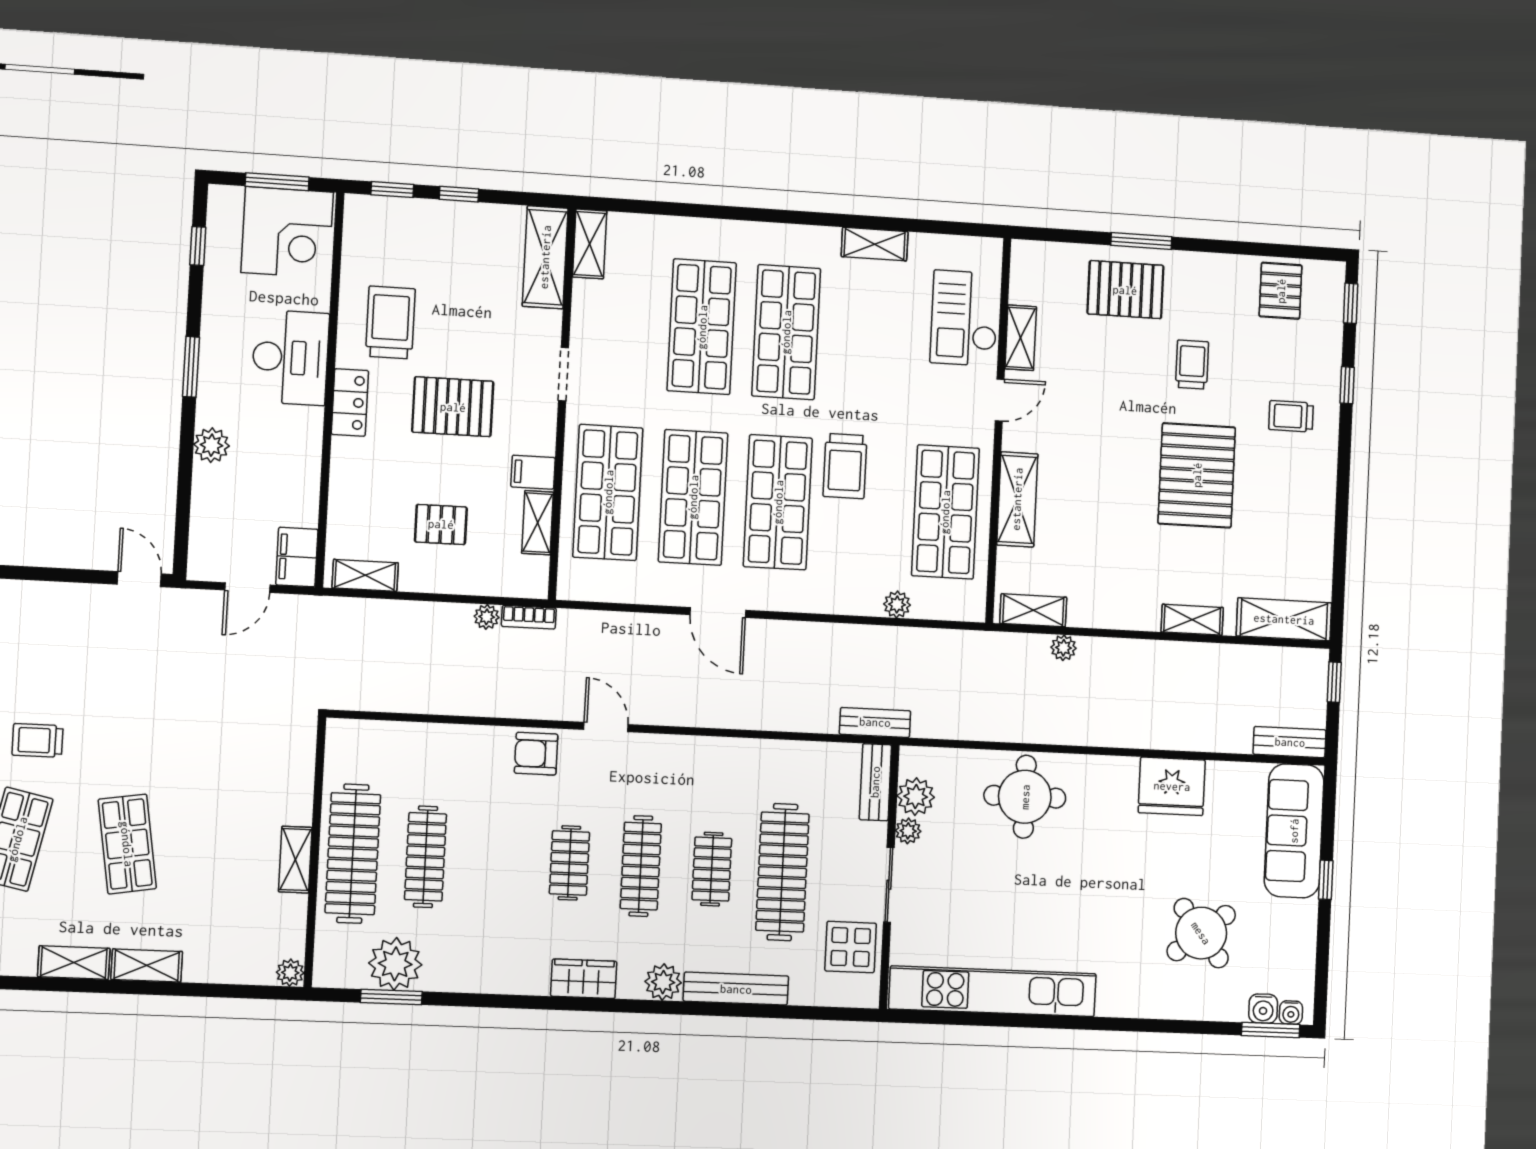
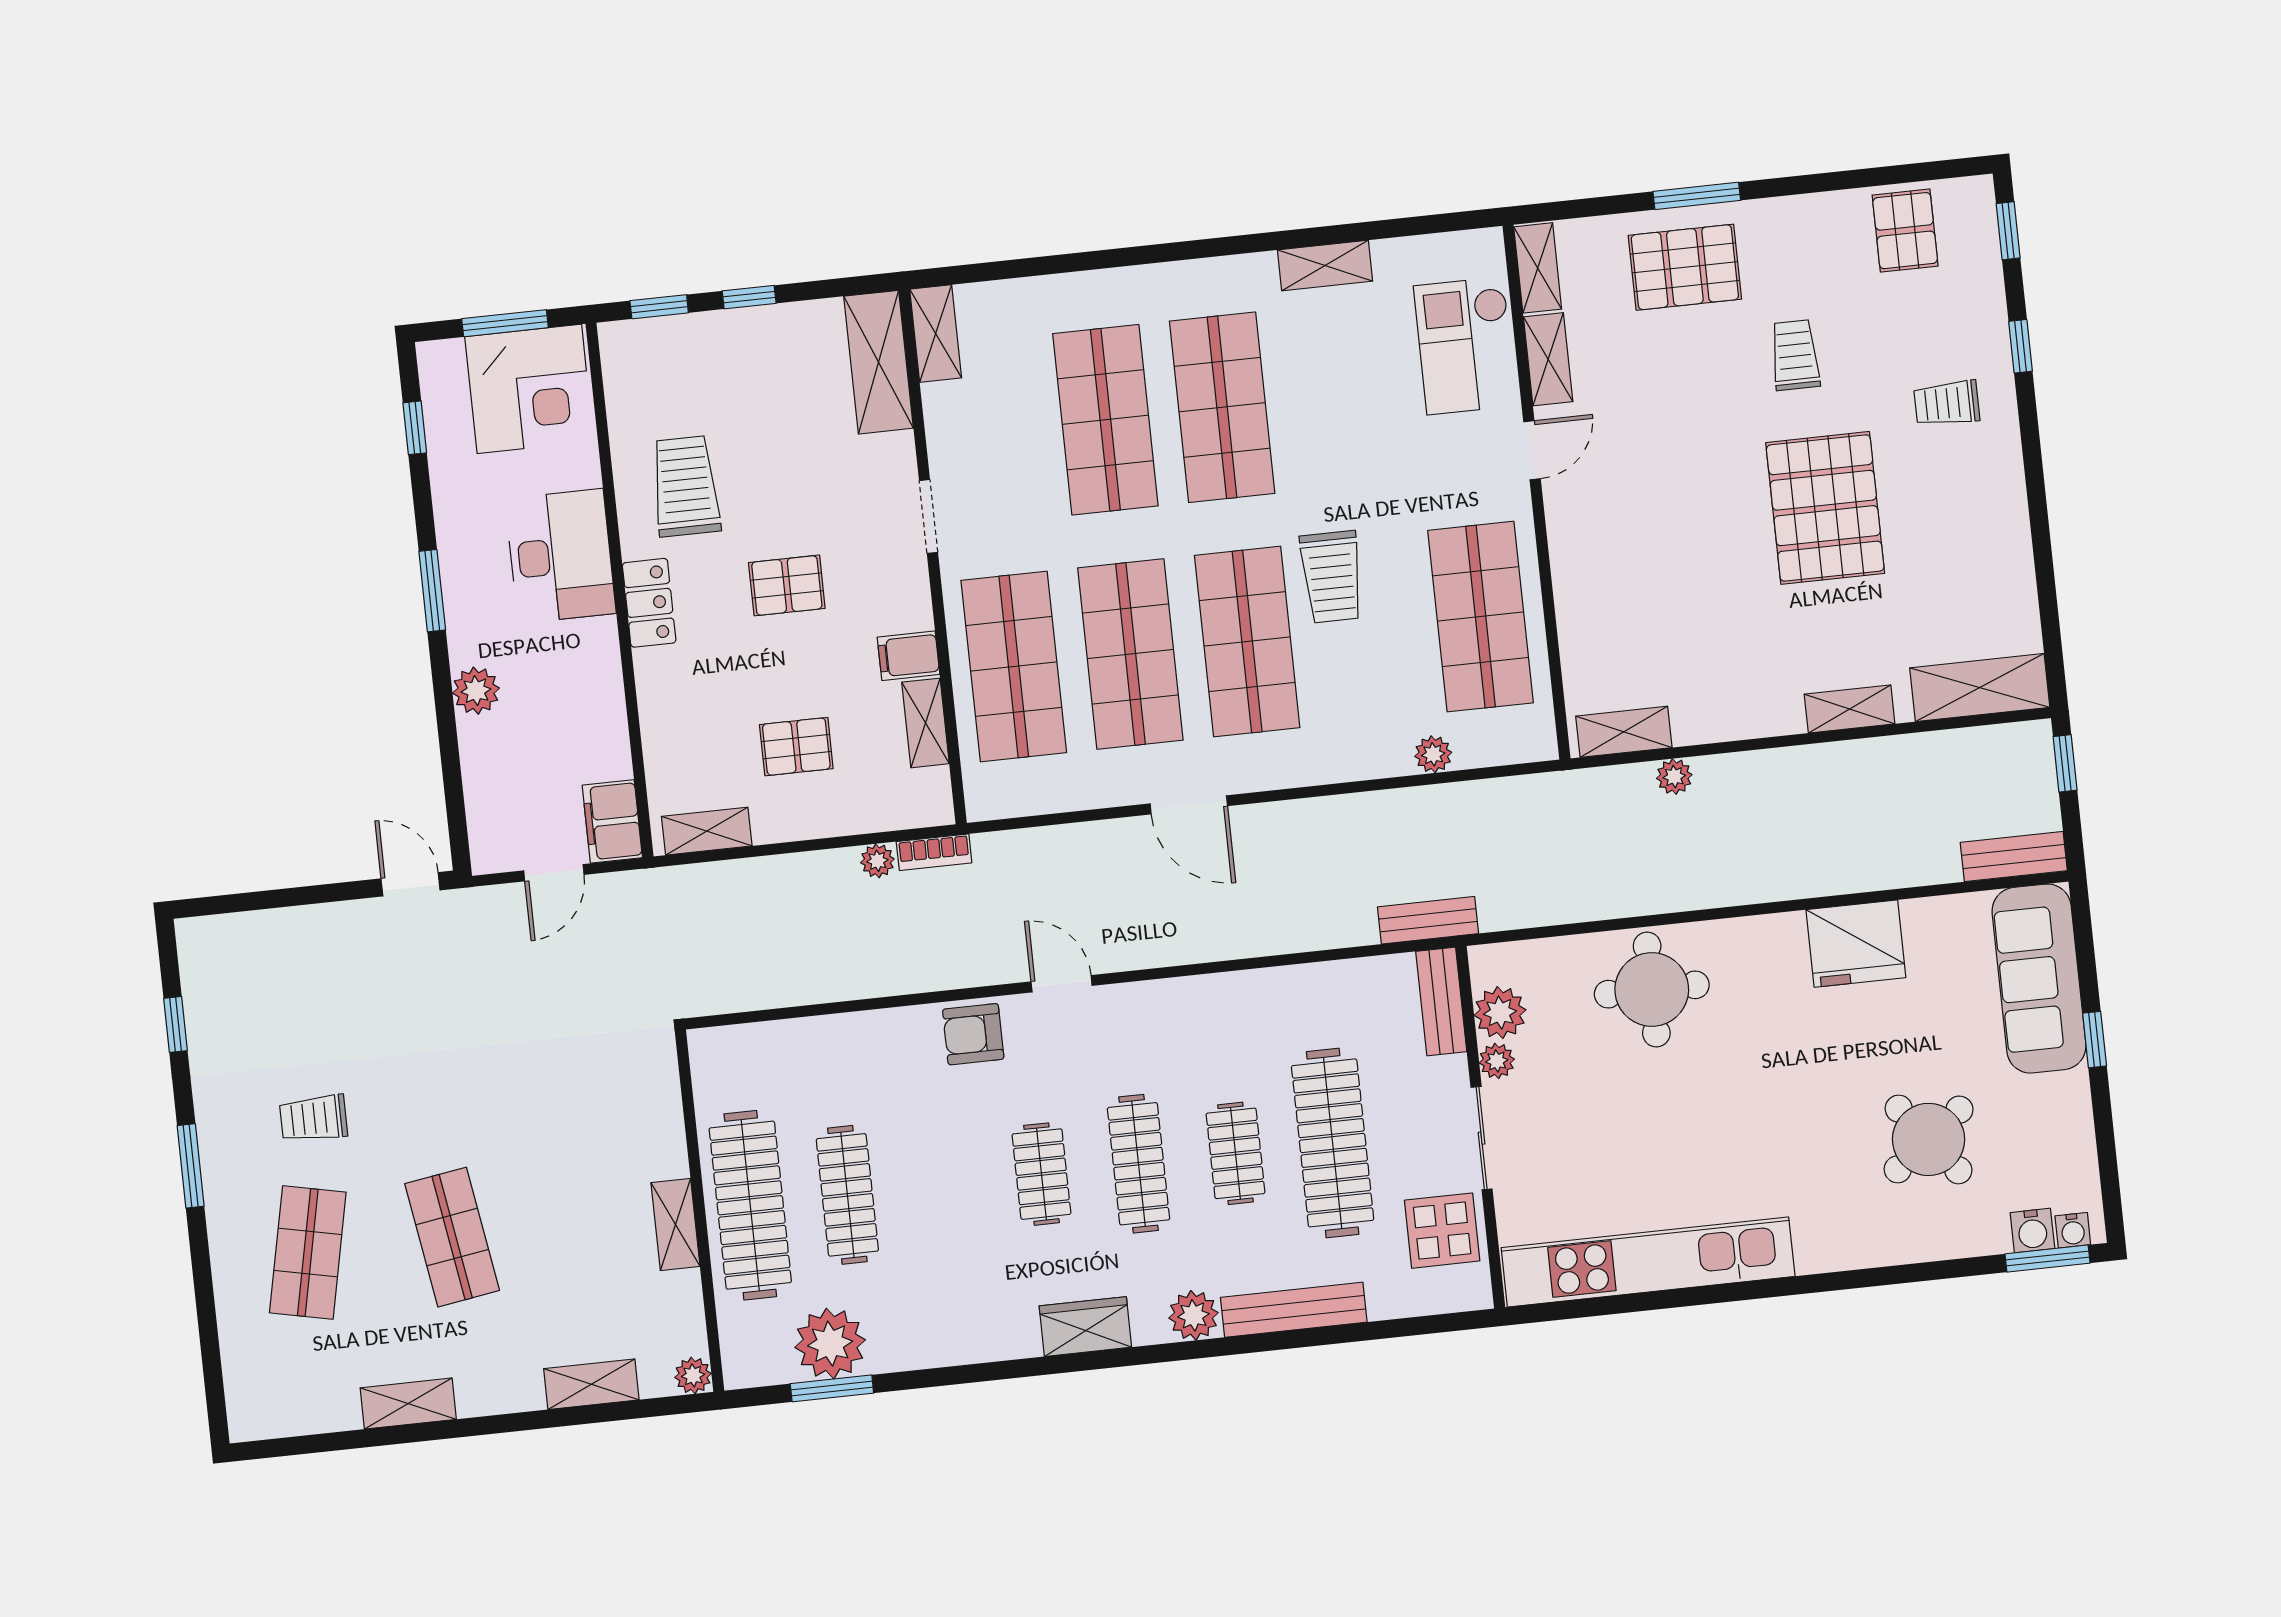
pallet: (453, 407) -> (787, 585), width x0.67, depth x0.71
shelving: (1017, 499) -> (1538, 268), moved, width x0.67, depth x0.75
shelving: (147, 966) -> (591, 1384), moved

